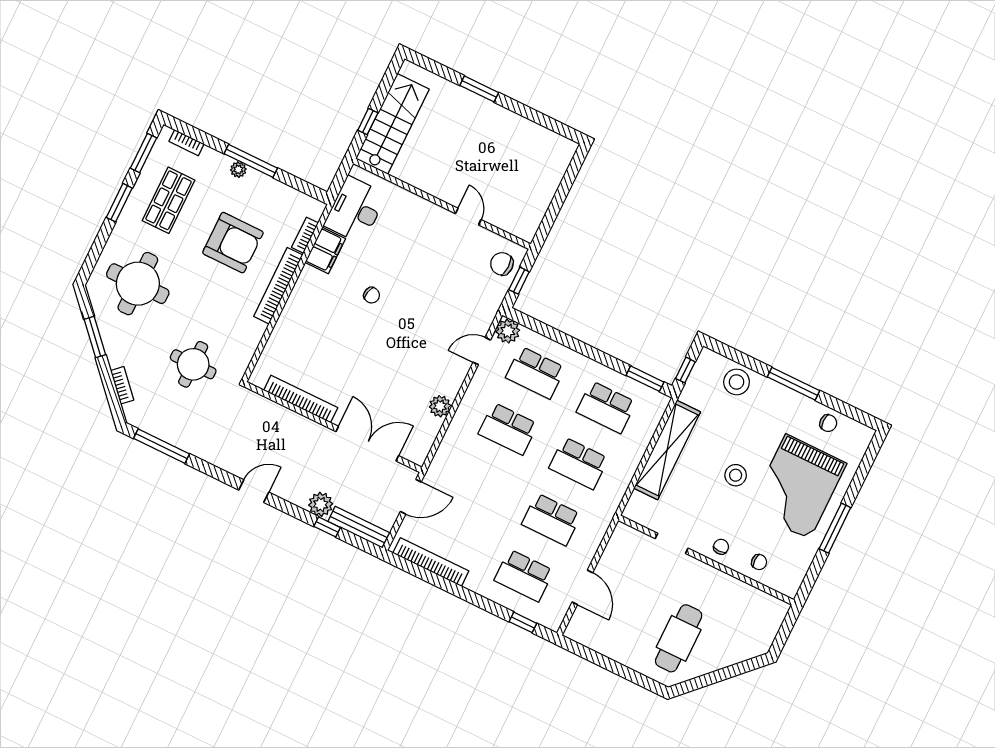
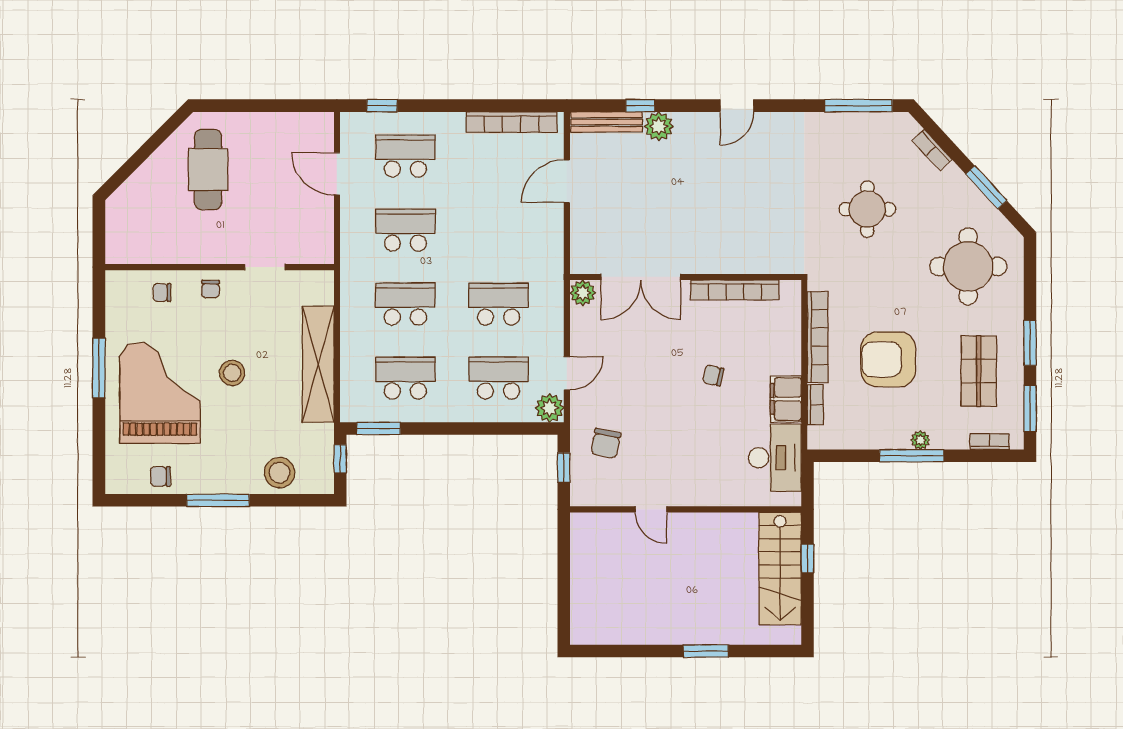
chair: (502, 264) -> (606, 443), moved, turned 101
bookcase: (301, 399) -> (735, 290), moved
wall: (333, 427) -> (686, 277), moved
double door: (367, 444) -> (641, 277), moved

